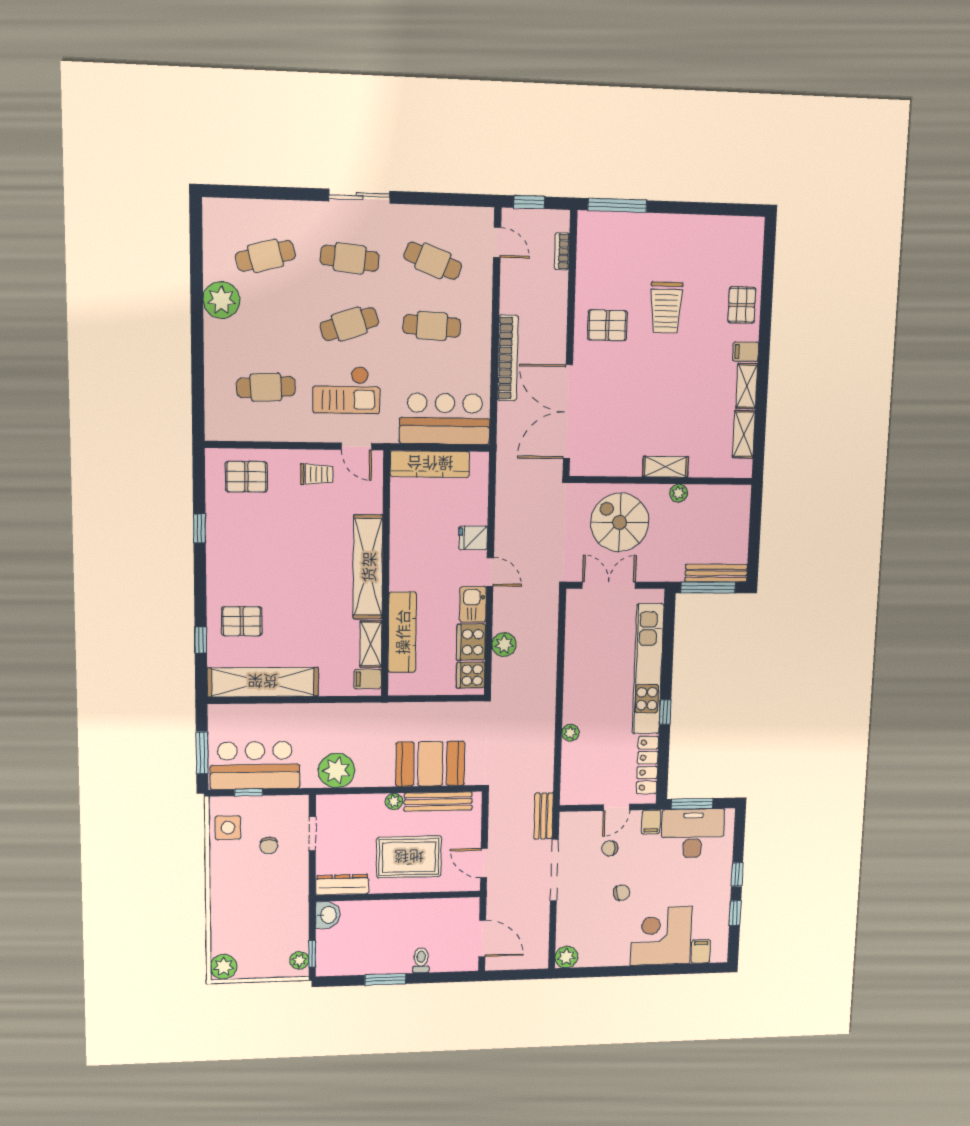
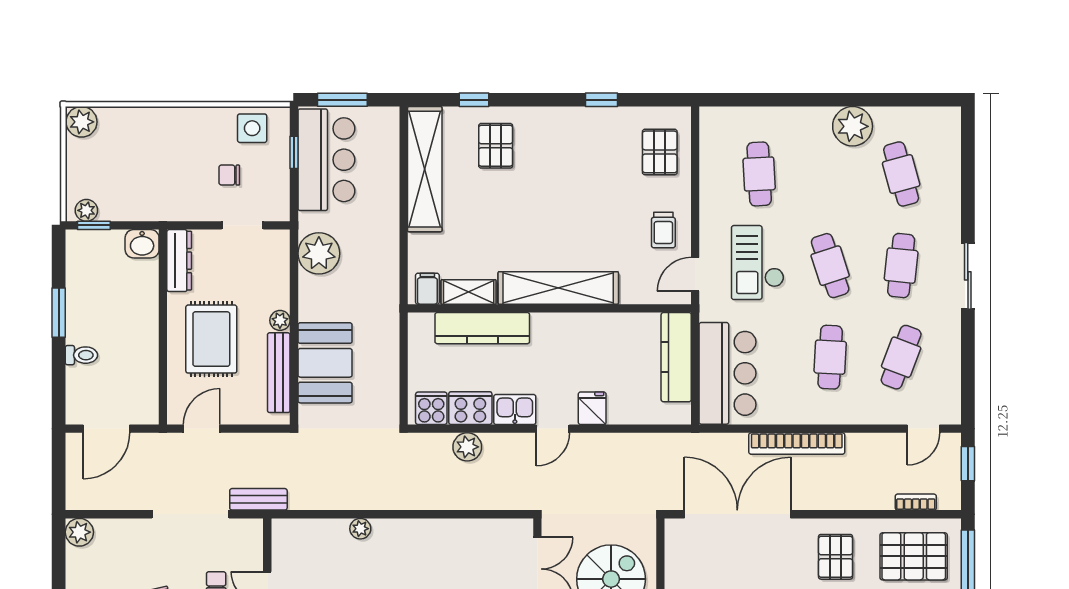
pallet: (609, 255) -> (914, 556), added

